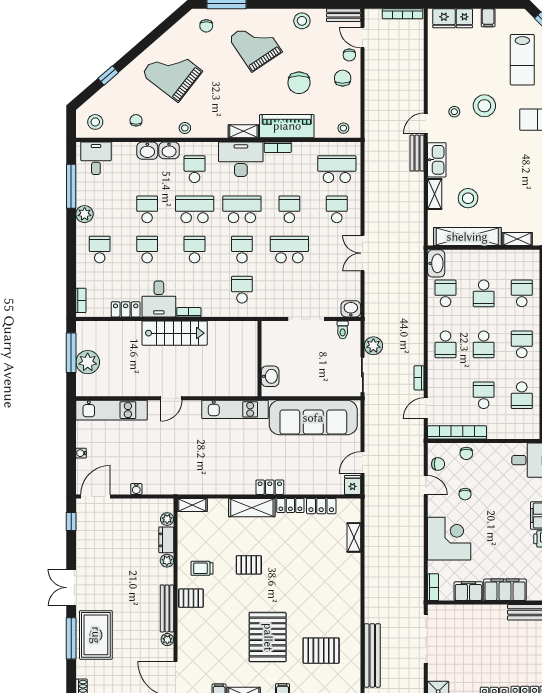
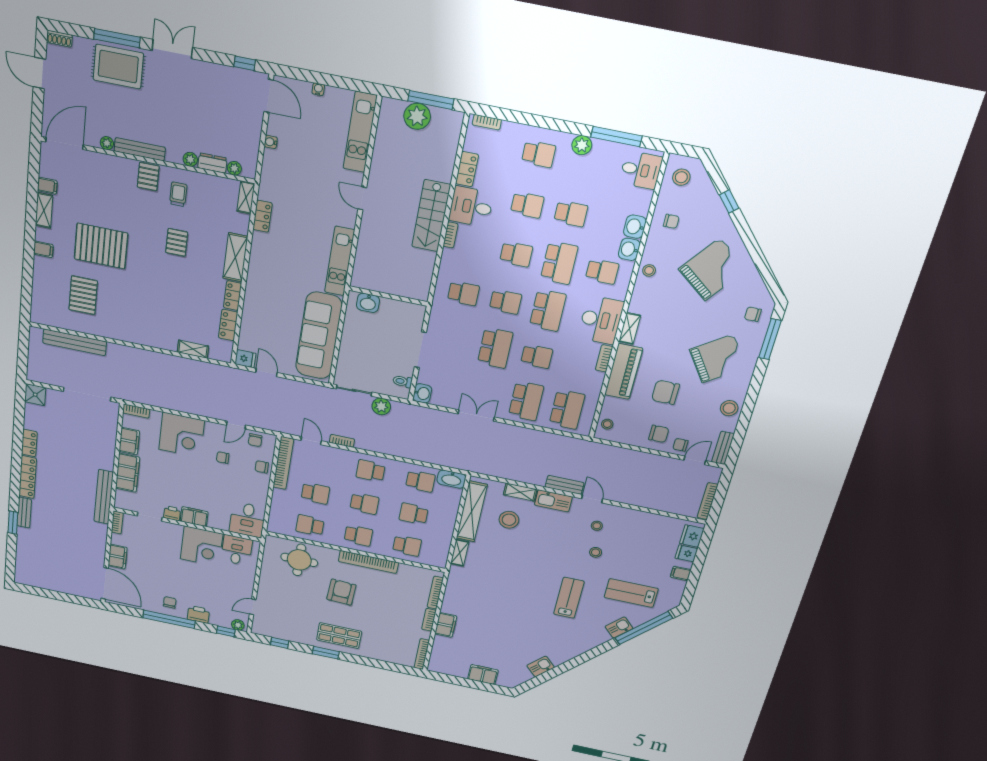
stool: (484, 106) -> (596, 552), width x0.53, depth x0.53
school desk: (337, 209) -> (526, 401), width x1.85
school desk: (484, 344) -> (364, 504), turned 180
locker: (270, 487) -> (263, 216), moved

